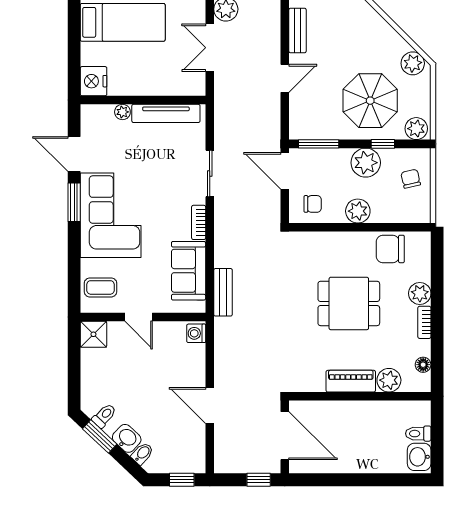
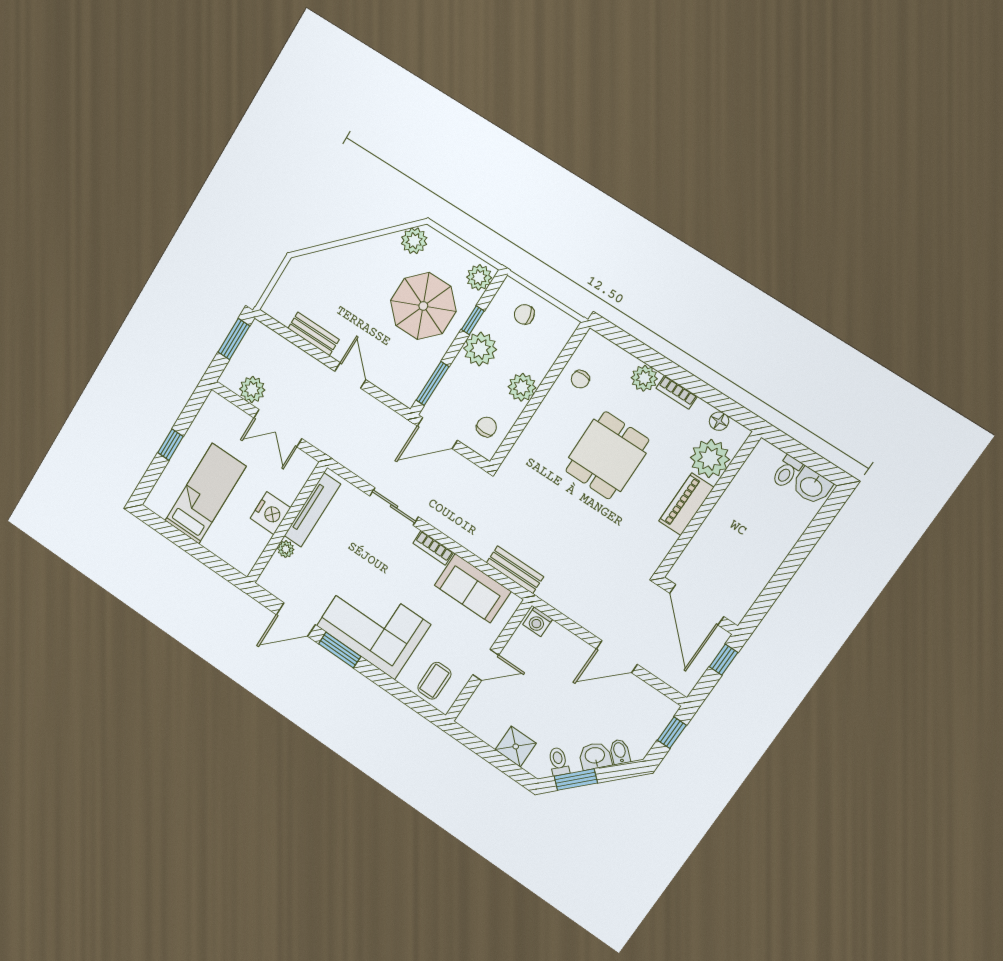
nightstand: (94, 81) -> (270, 513), moved, turned -90
chair: (390, 249) -> (580, 379), width x0.54, depth x0.54
shower: (93, 334) -> (516, 746), moved
plant: (389, 380) -> (710, 459), width x1.36, depth x1.36
door: (285, 436) -> (697, 605), swing flipped

